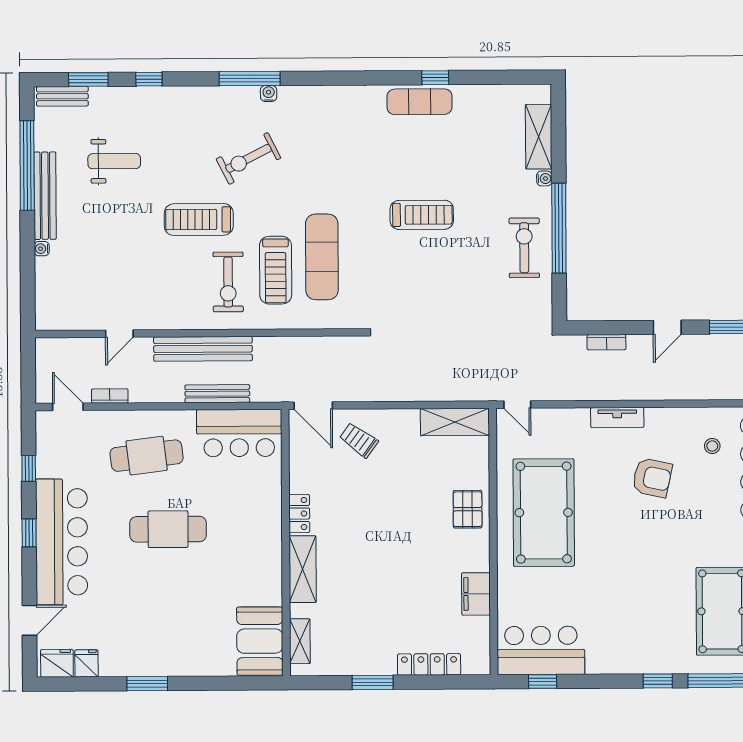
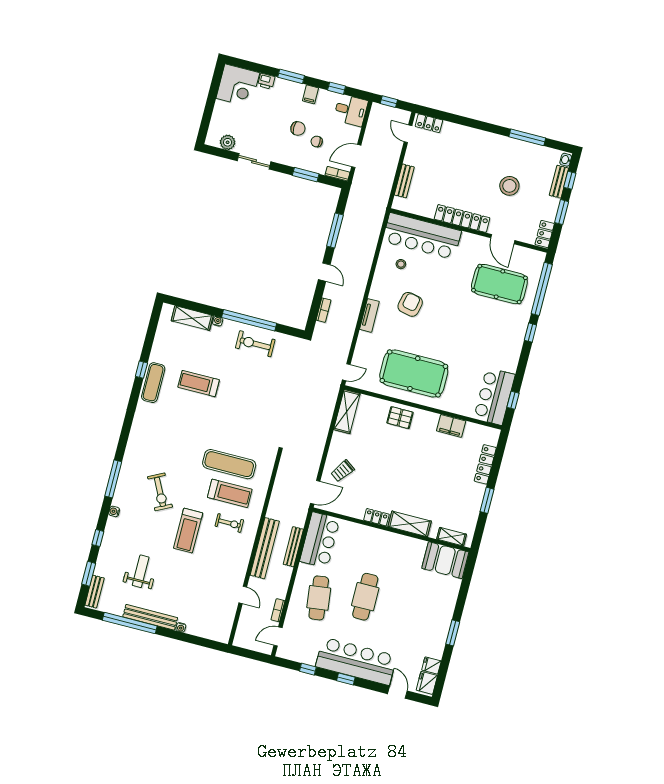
water cooler: (269, 93) -> (114, 511), moved
treadmill: (422, 215) -> (199, 384), moved, turned -90
exercise bike: (228, 282) -> (229, 523), width x0.73, depth x0.72

